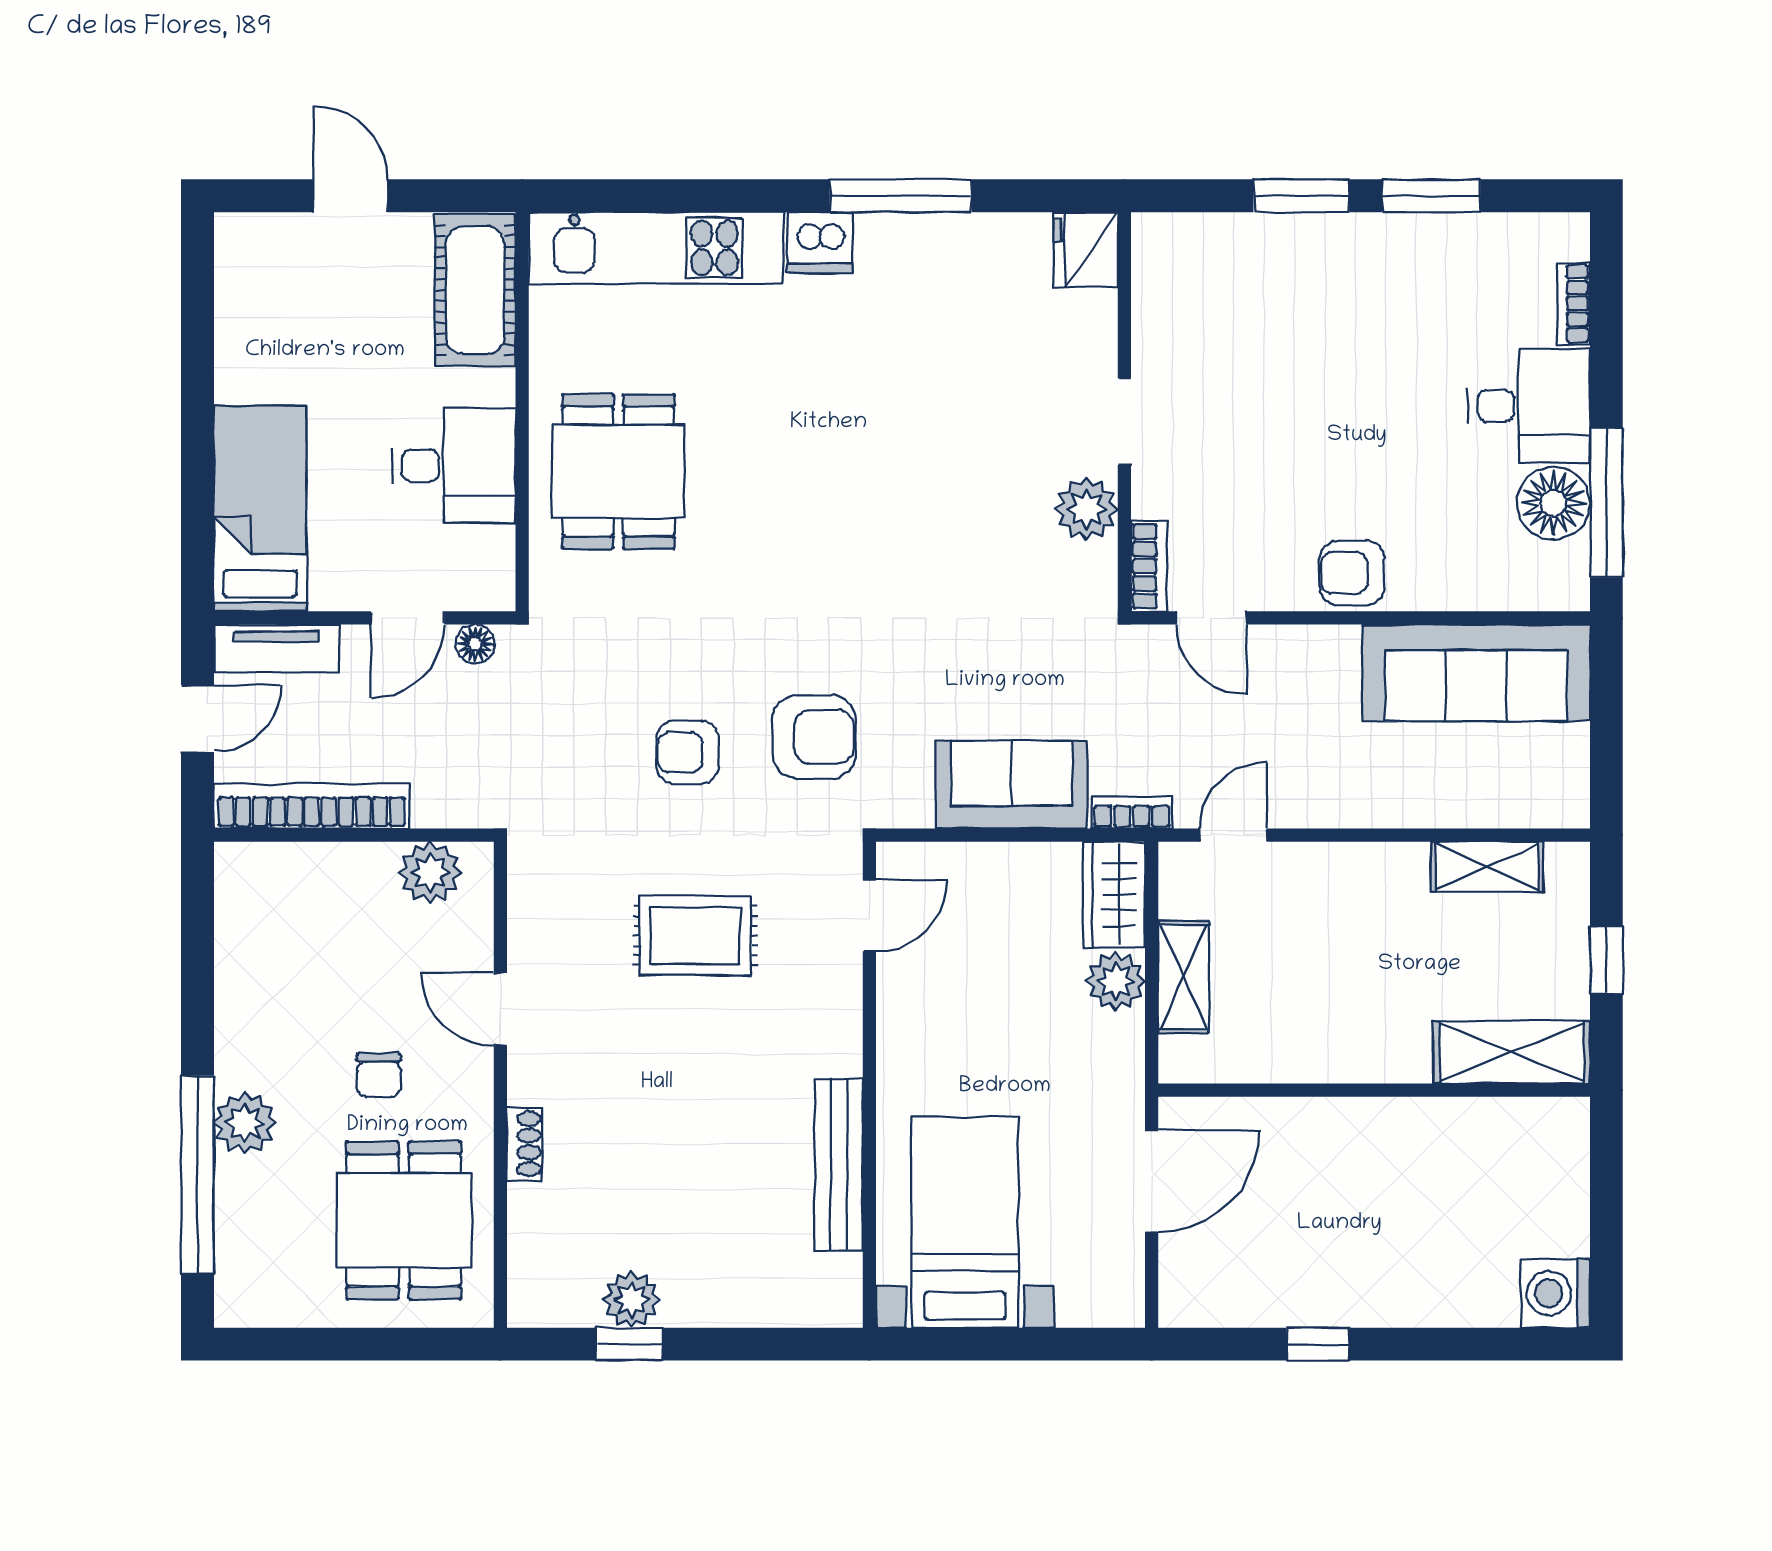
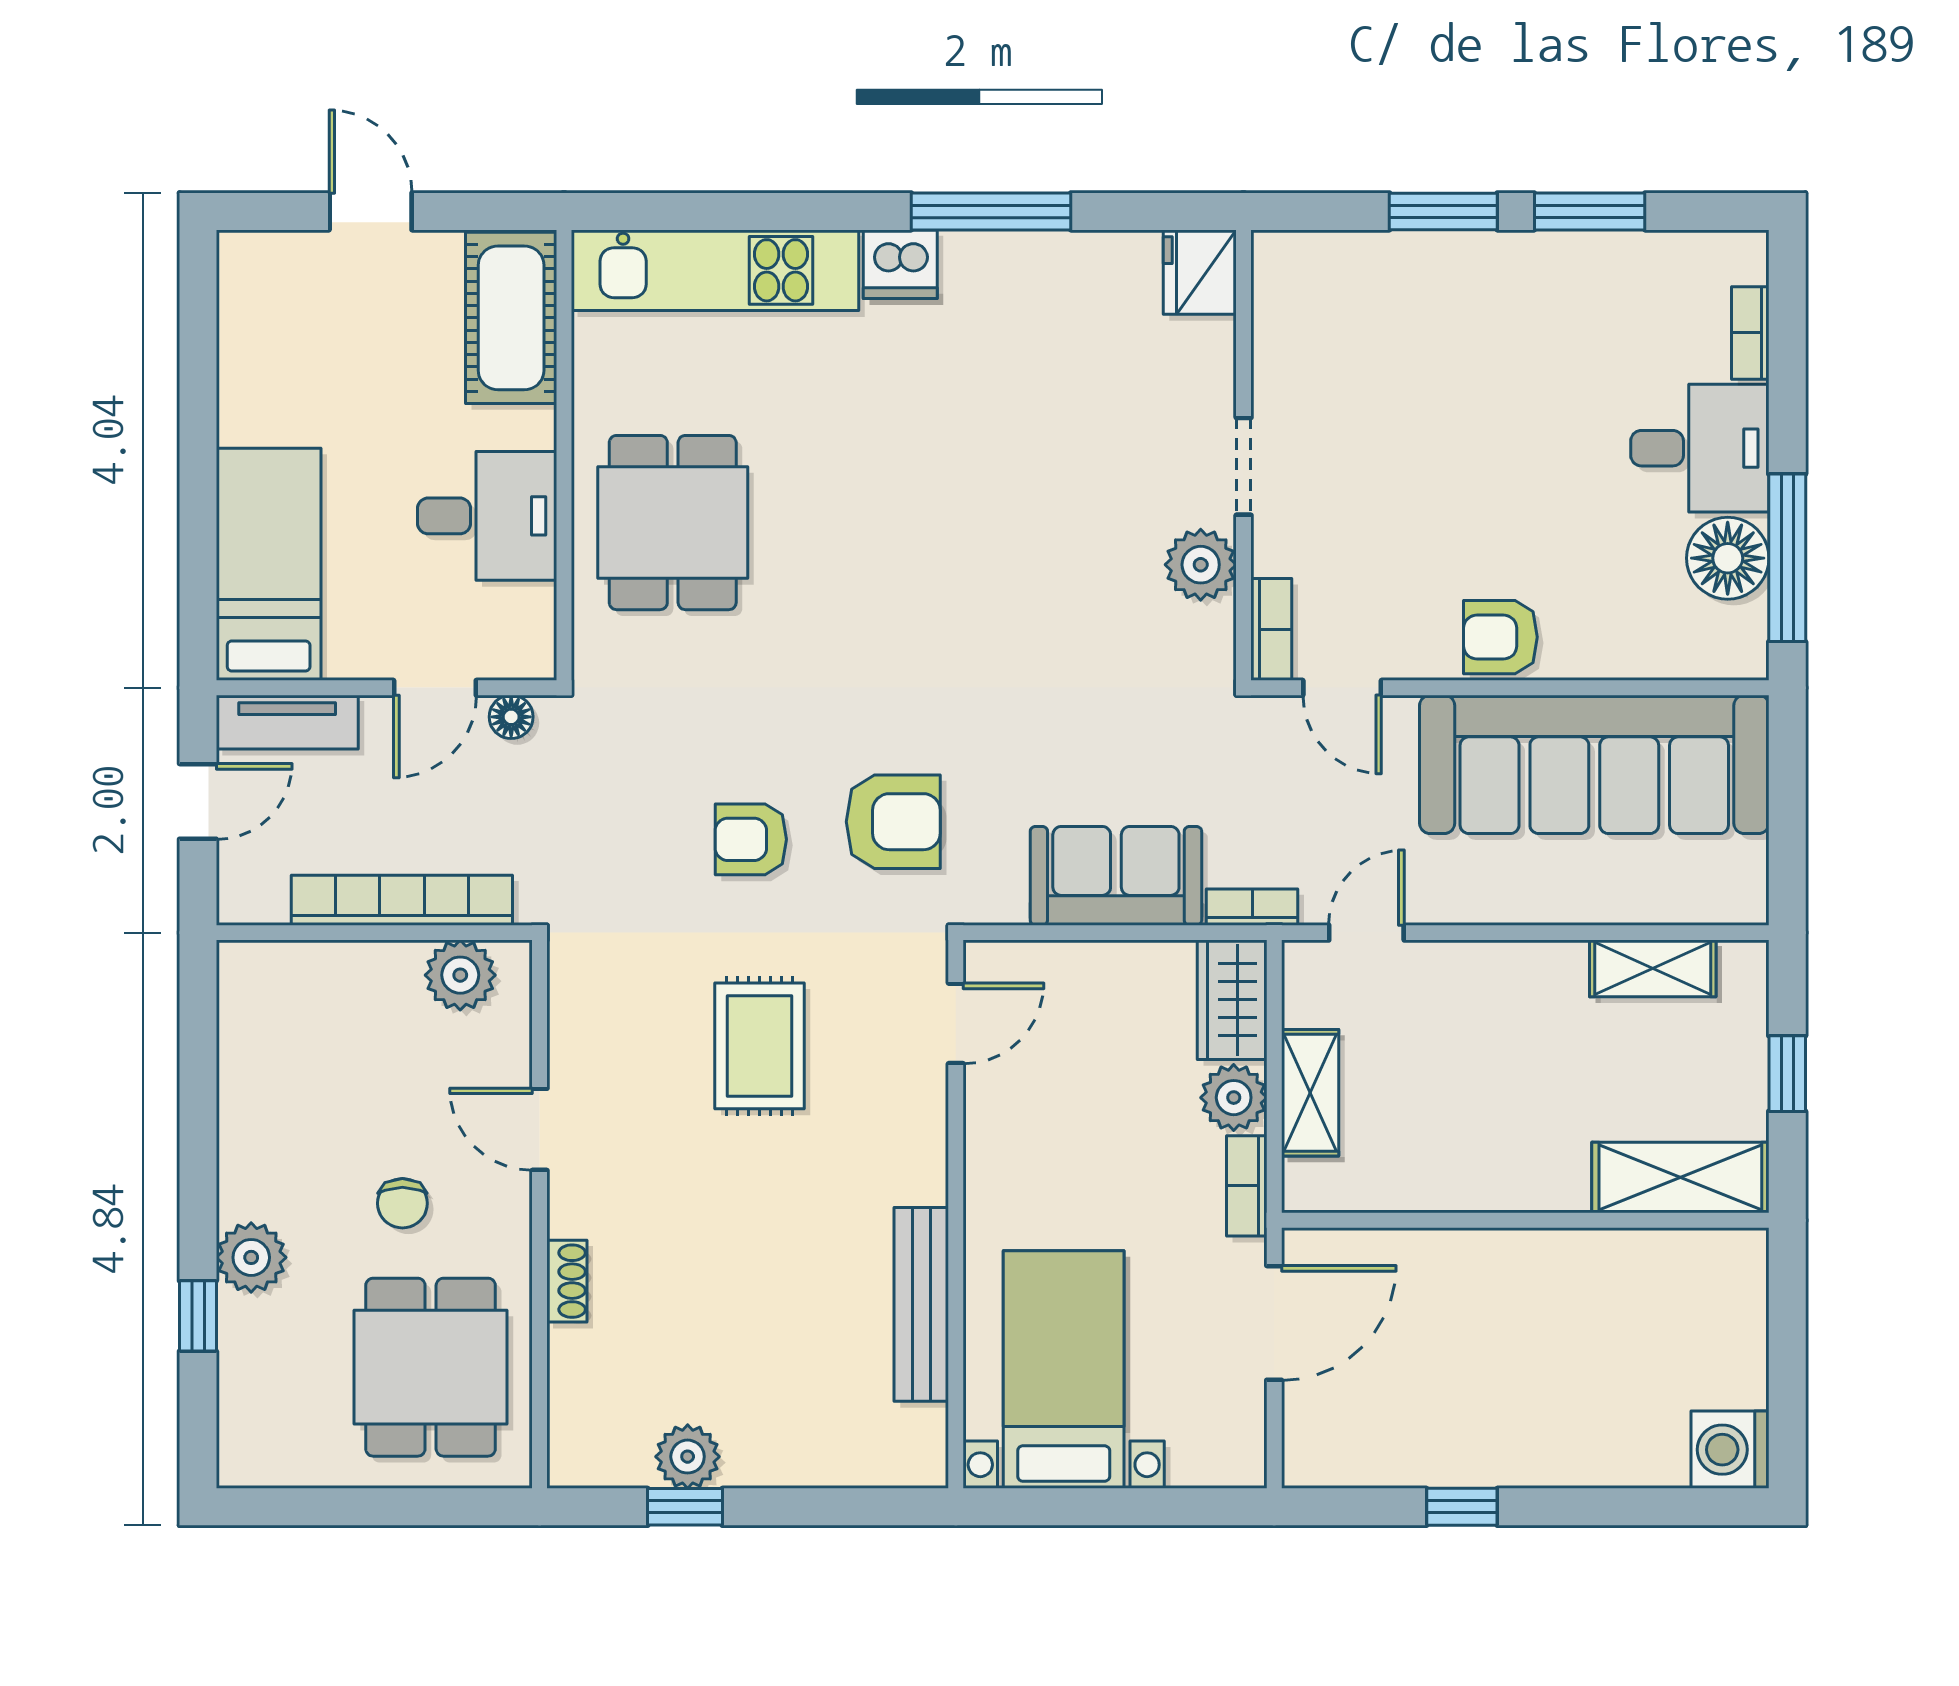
sofa: (1476, 673) -> (1594, 764), width x1.36, depth x1.27
bookcase: (312, 806) -> (402, 900), moved
rug: (695, 936) -> (760, 1046), turned 90
bookcase: (1127, 1060) -> (1247, 1186), added
window: (198, 1175) -> (198, 1316), width x0.32

